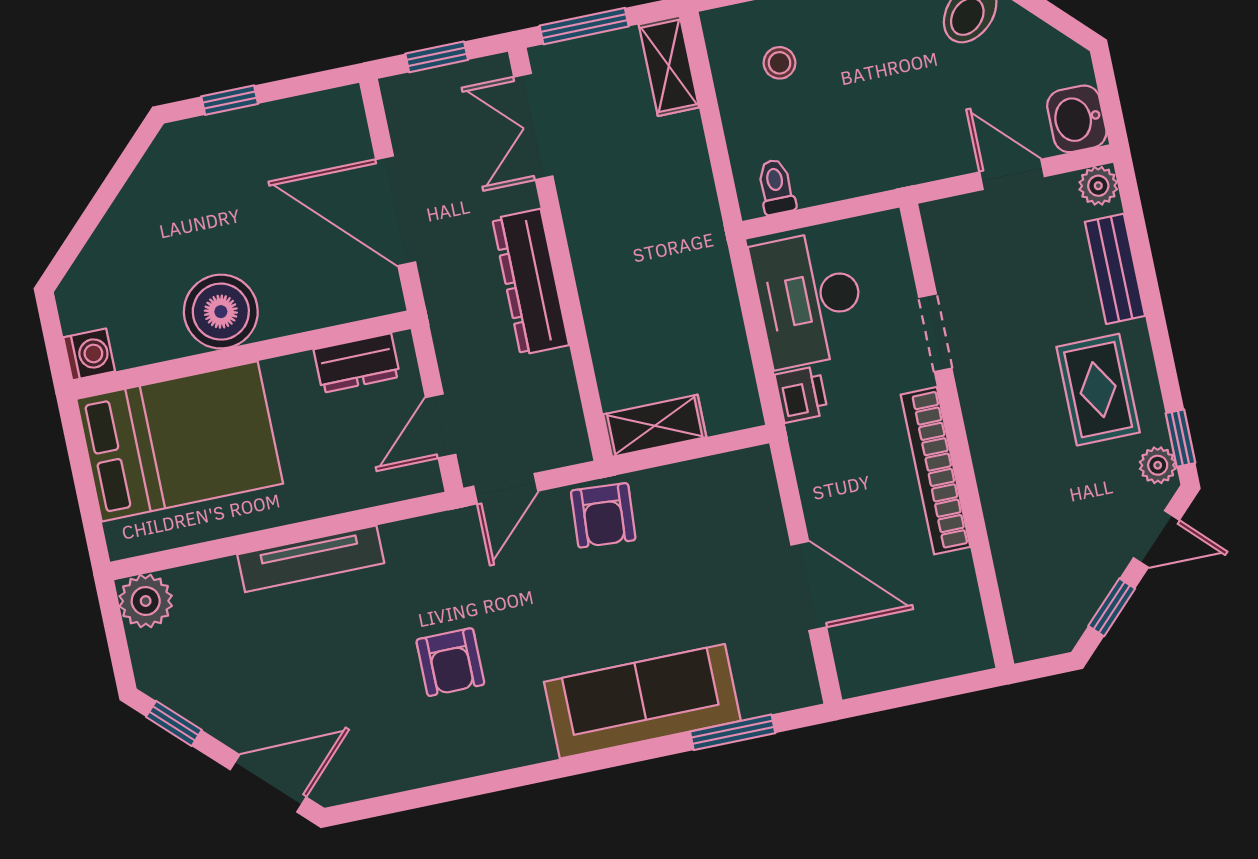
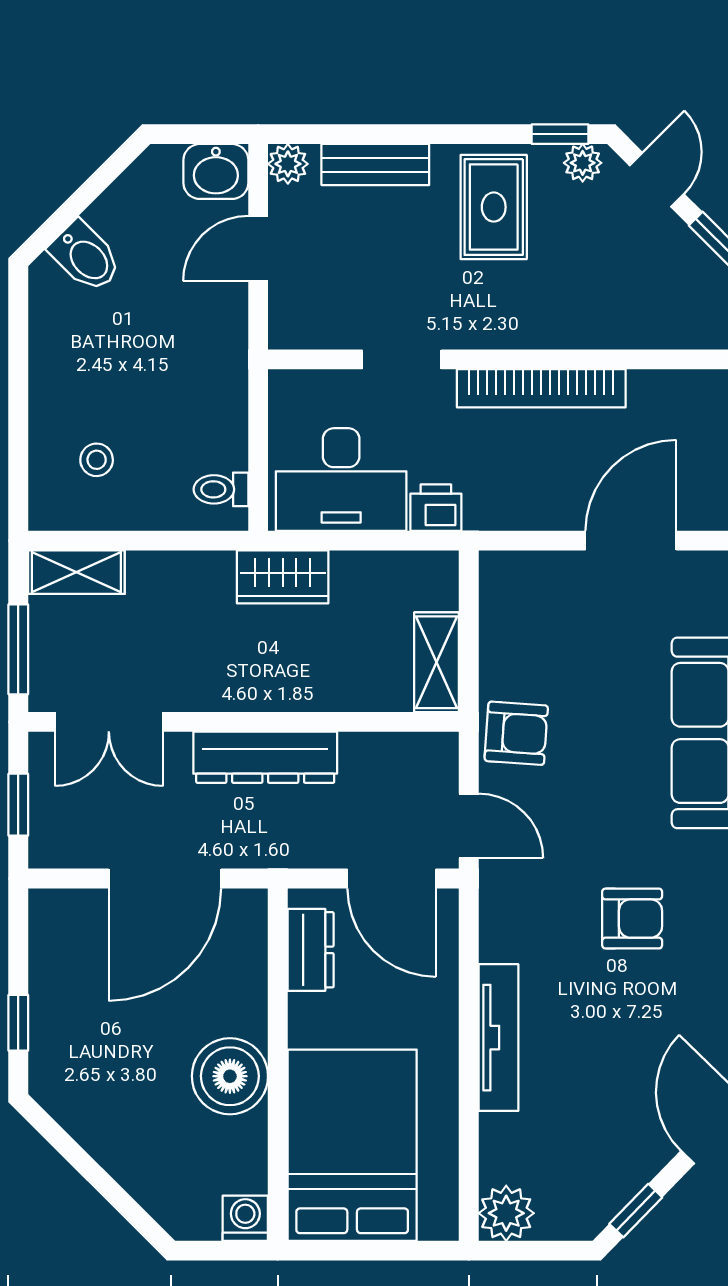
wardrobe: (705, 263) -> (283, 577), added
rug: (1098, 390) -> (494, 207), turned 90
door: (441, 426) -> (392, 879), width x1.38

